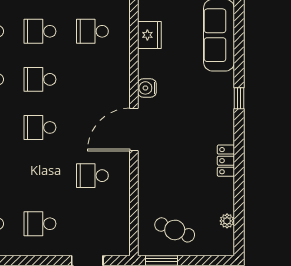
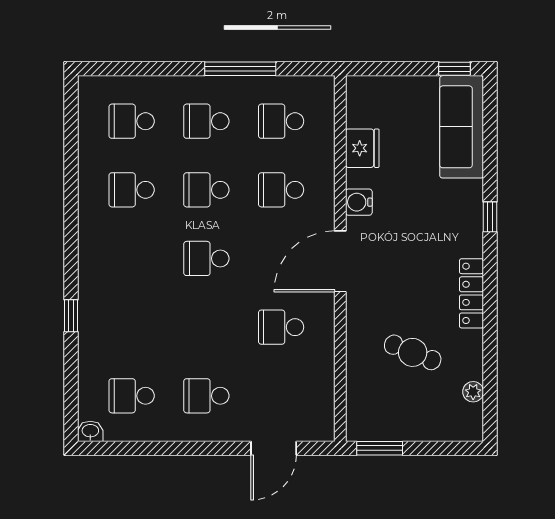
fridge: (149, 35) -> (362, 148), moved
school desk: (92, 79) -> (281, 190), added
locker: (226, 161) -> (471, 293), width x1.53
cafe table: (175, 230) -> (413, 352), moved

